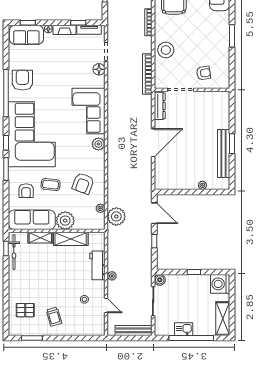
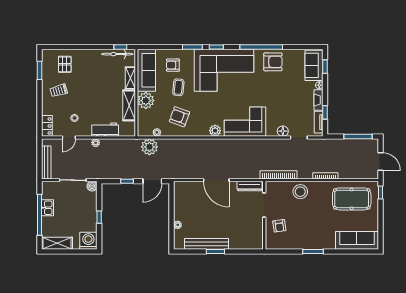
locker: (93, 330) -> (47, 126), added

